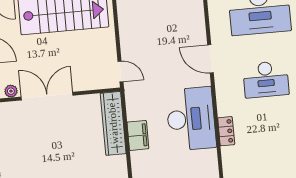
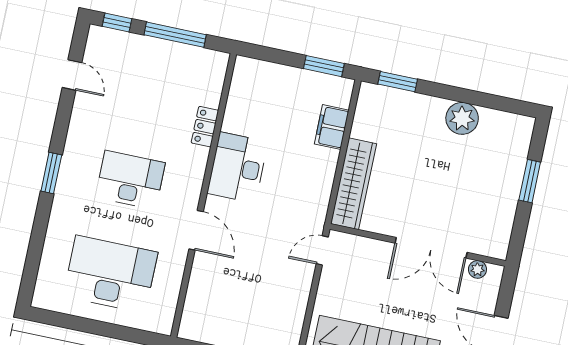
door: (121, 72) -> (322, 250), hinge flipped
desk: (191, 119) -> (237, 168), width x0.73, depth x0.77
filing cabinet: (138, 135) -> (332, 127), moved

